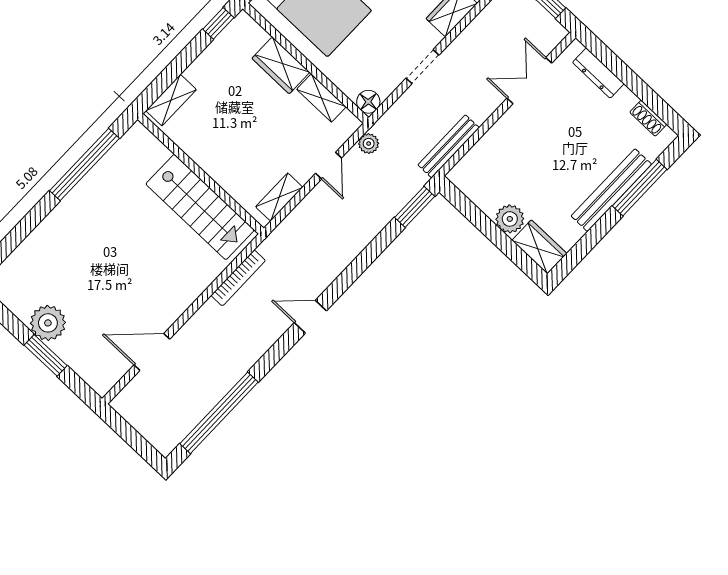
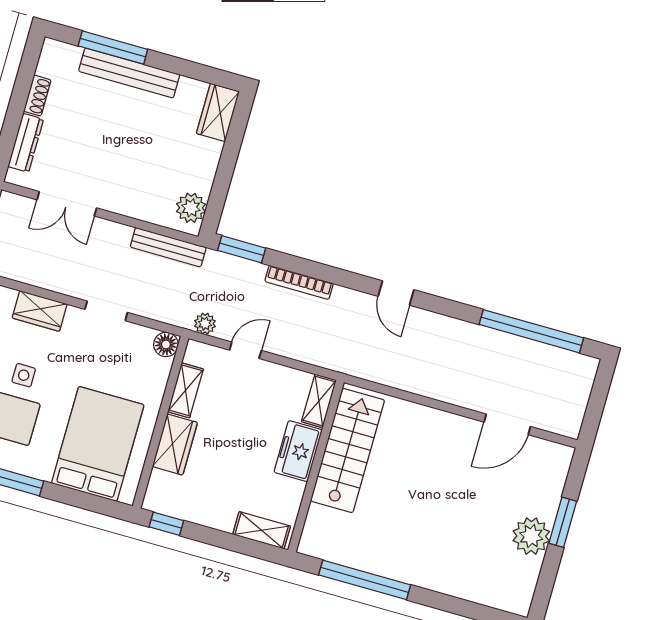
shoe rack: (648, 118) -> (37, 96), moved
freezer: (221, 165) -> (298, 451), added
shelving: (279, 197) -> (319, 401), moved, turned 90
plant: (510, 219) -> (191, 208), moved
bookcase: (238, 278) -> (299, 282), moved, turned 180
door: (152, 352) -> (507, 424), hinge flipped

